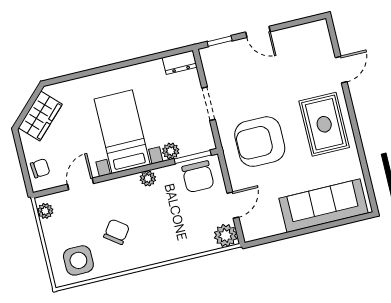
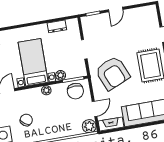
door: (258, 32) -> (116, 10), hinge flipped
dresser: (179, 62) -> (57, 26), moved
armchair: (260, 142) -> (112, 73), turned -113
fireplace: (263, 229) -> (111, 124), added

